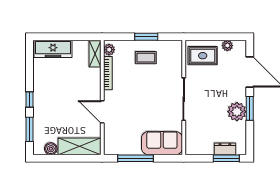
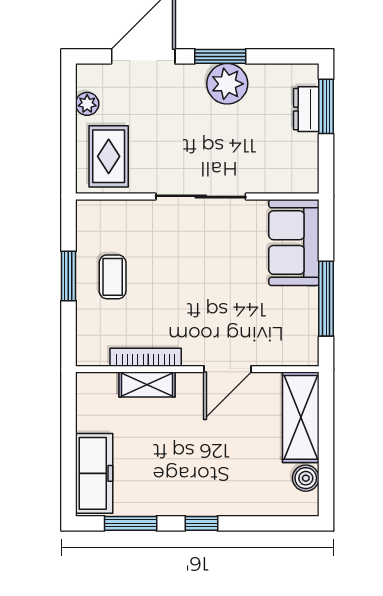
plant: (109, 50) -> (96, 354), removed
shelving: (95, 54) -> (147, 385), moved
window: (29, 129) -> (131, 523), moved

